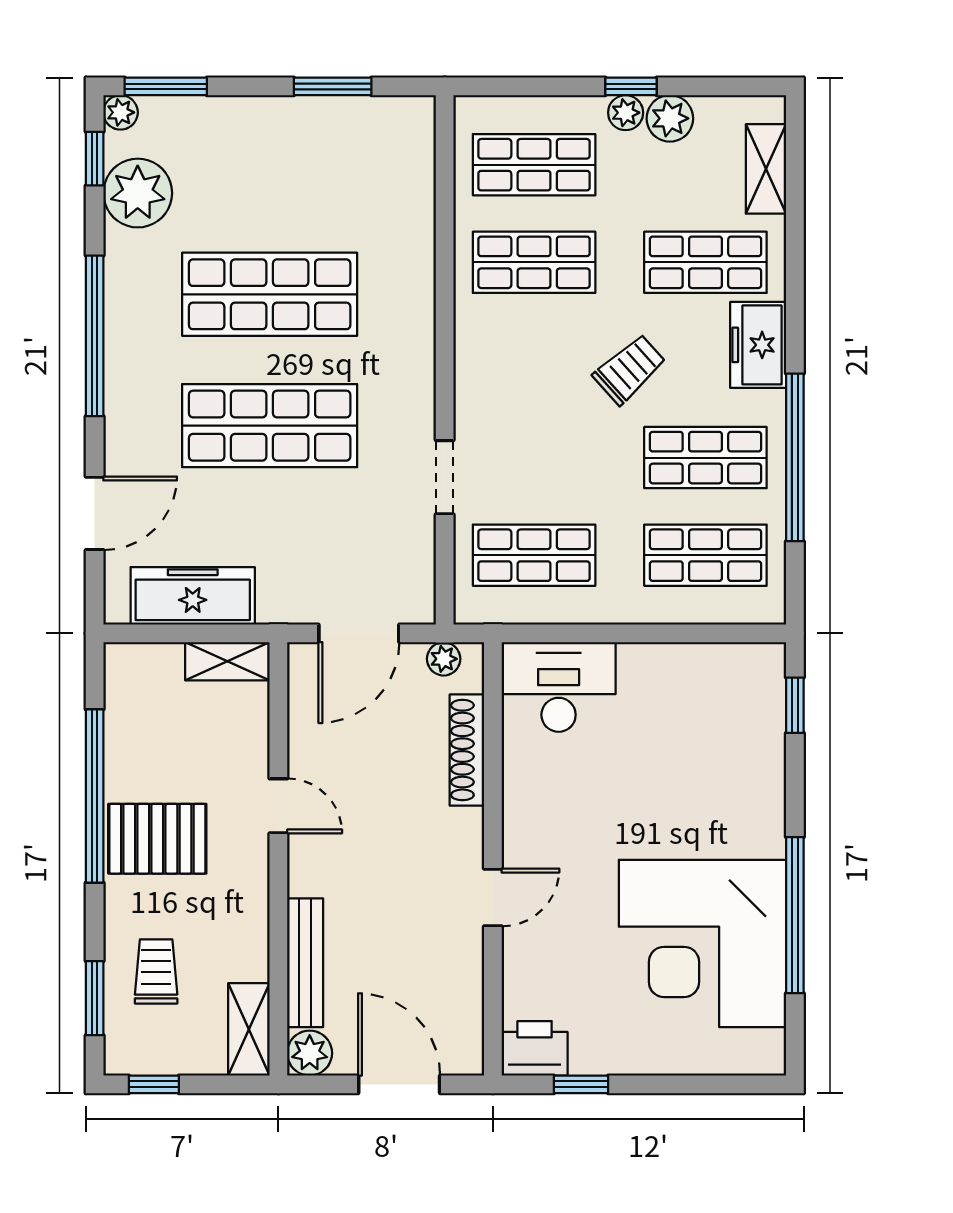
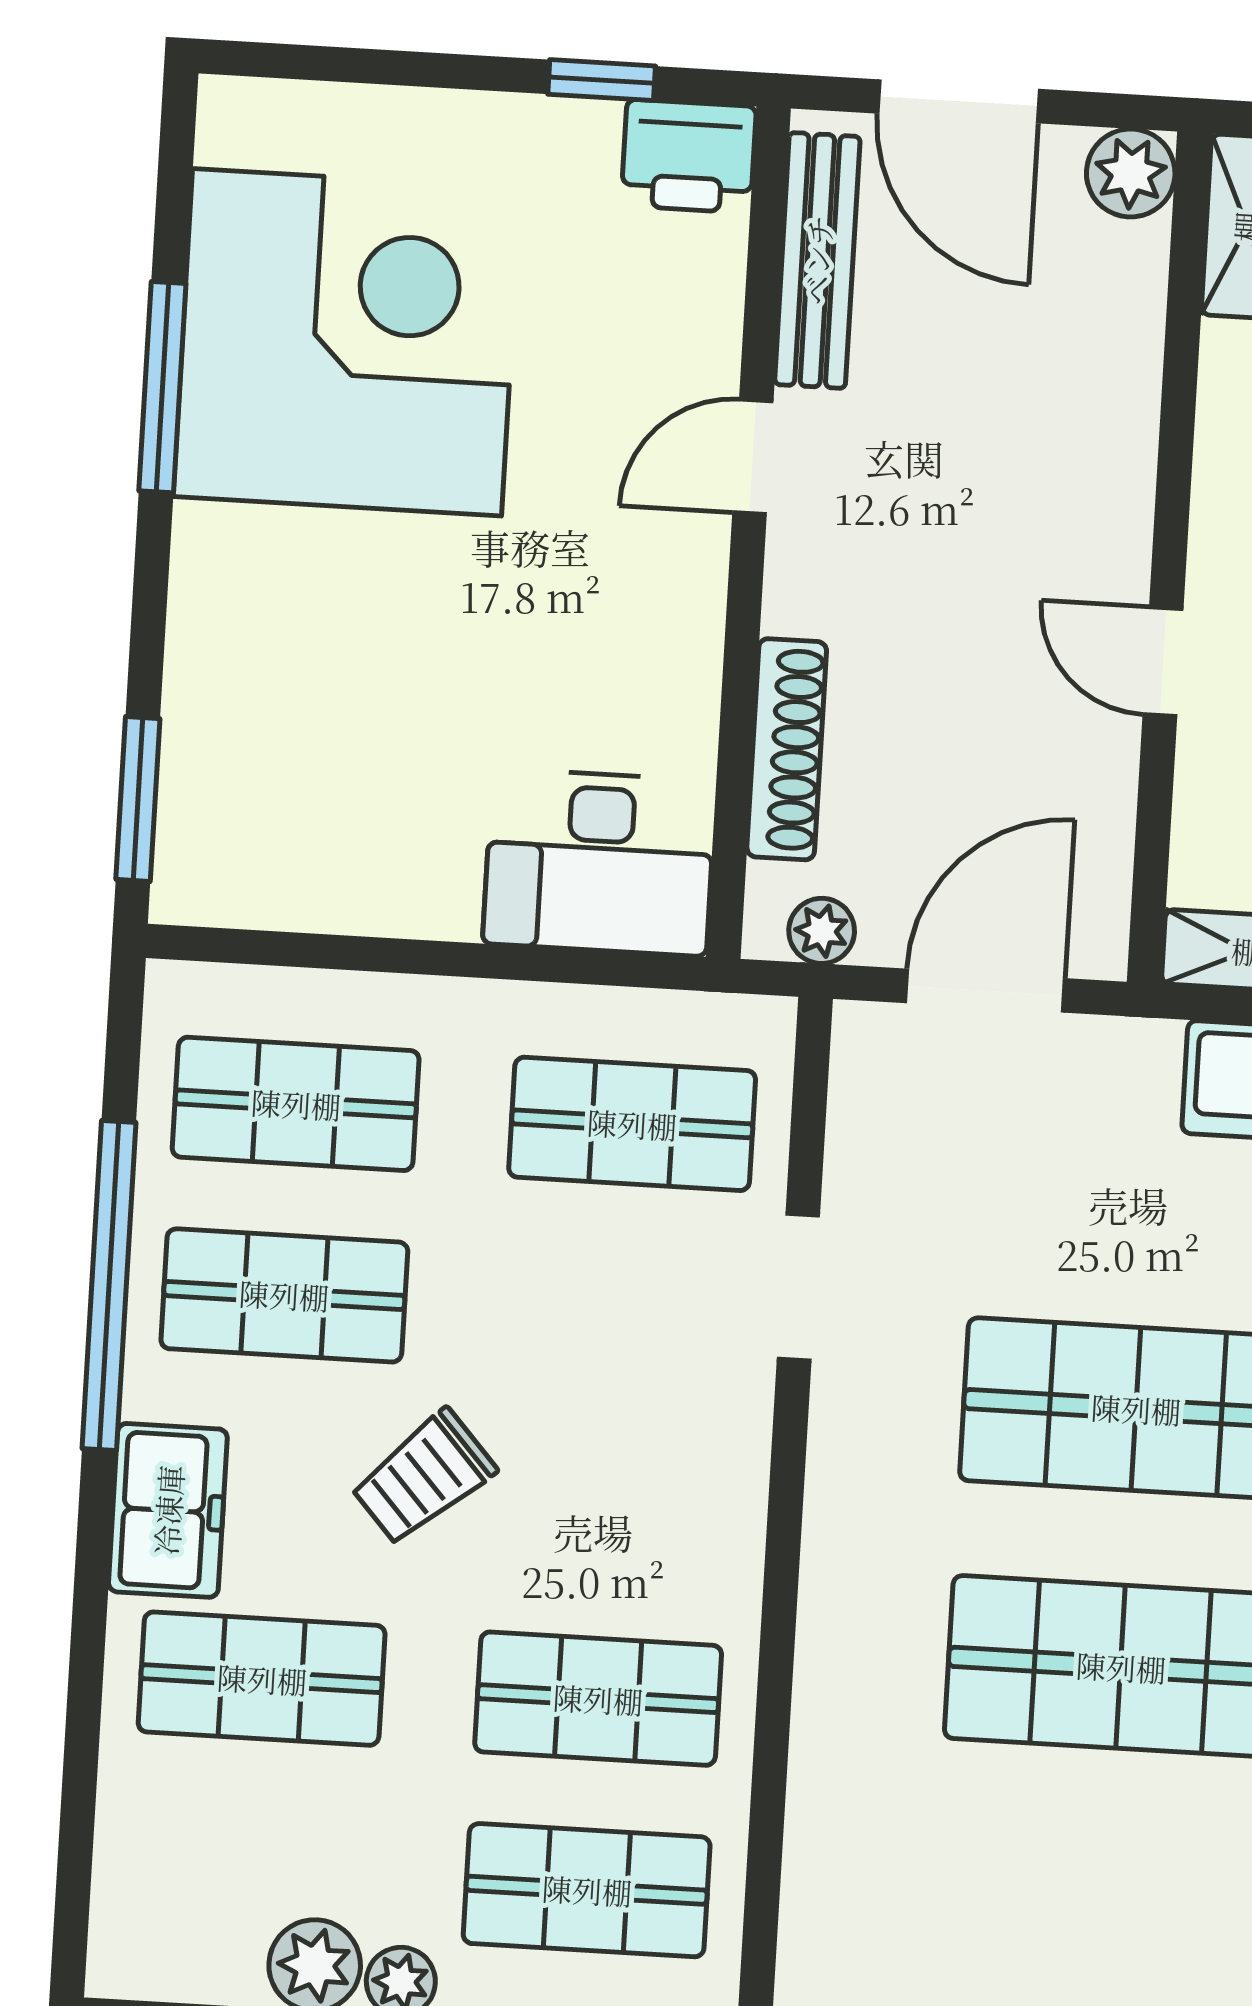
shelving: (766, 169) -> (132, 1855), removed
window: (795, 705) -> (138, 799), width x1.50
window: (795, 915) -> (162, 387), width x0.68
bench: (305, 963) -> (817, 260), moved

